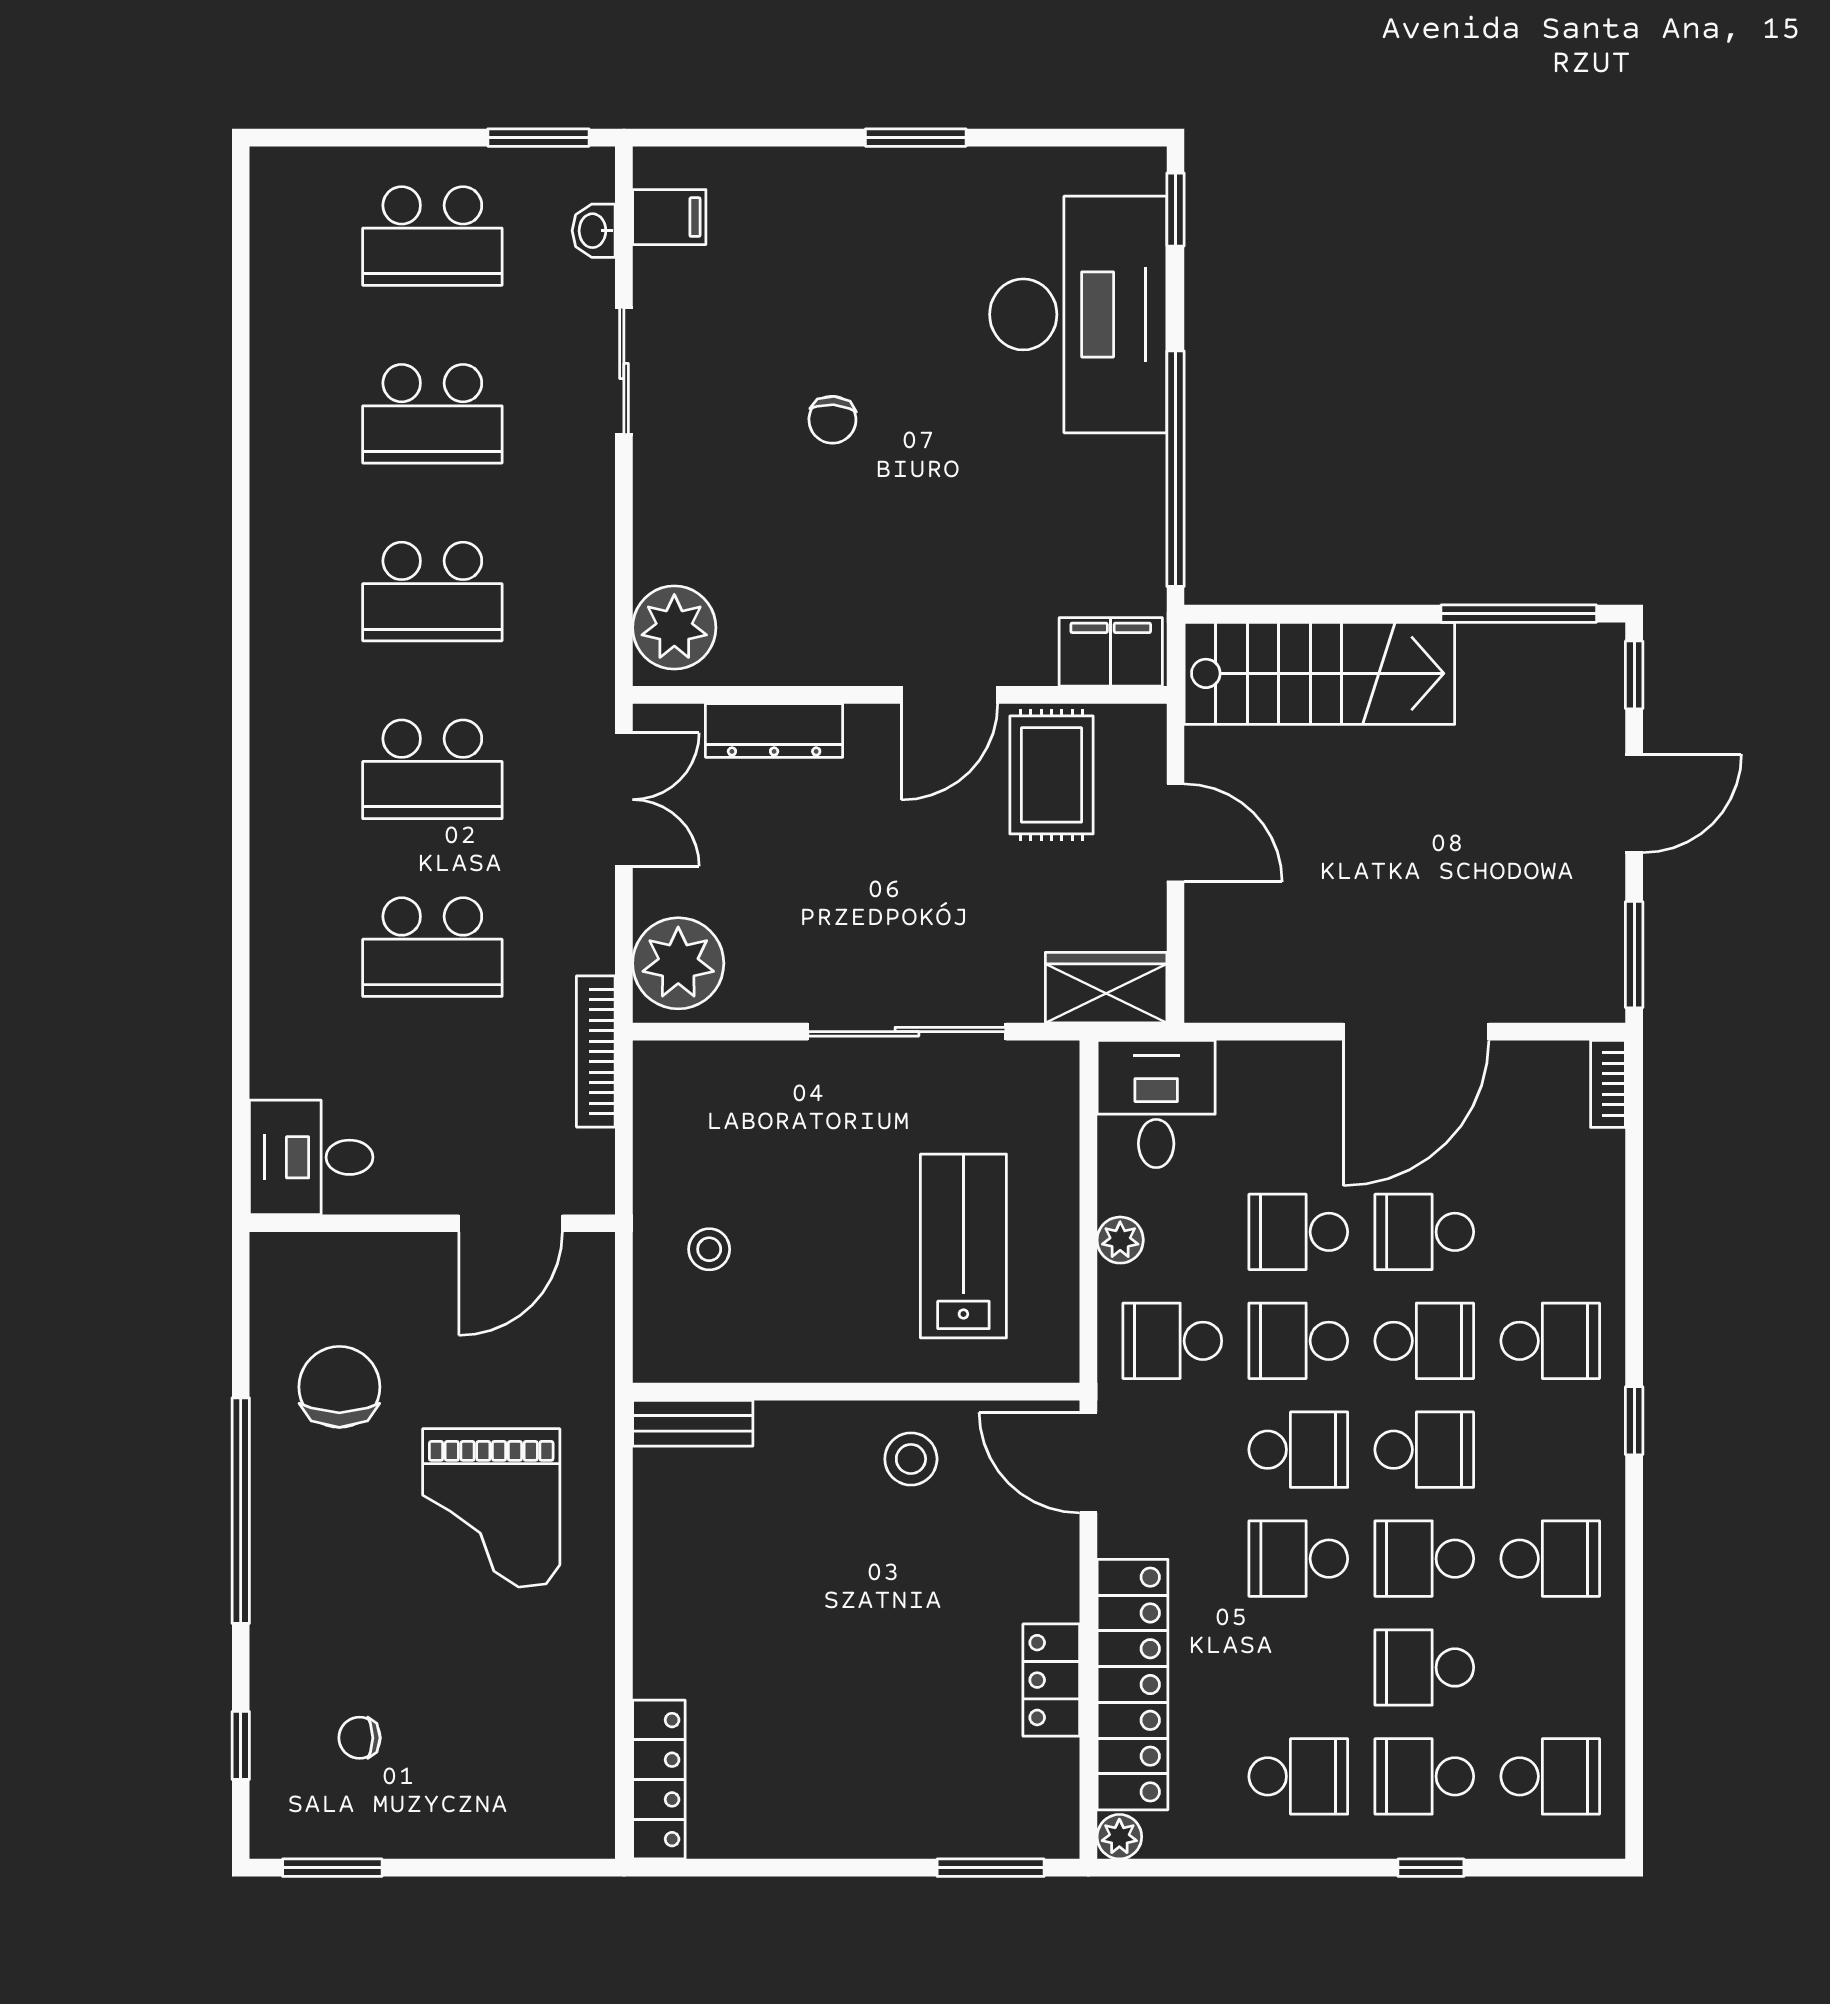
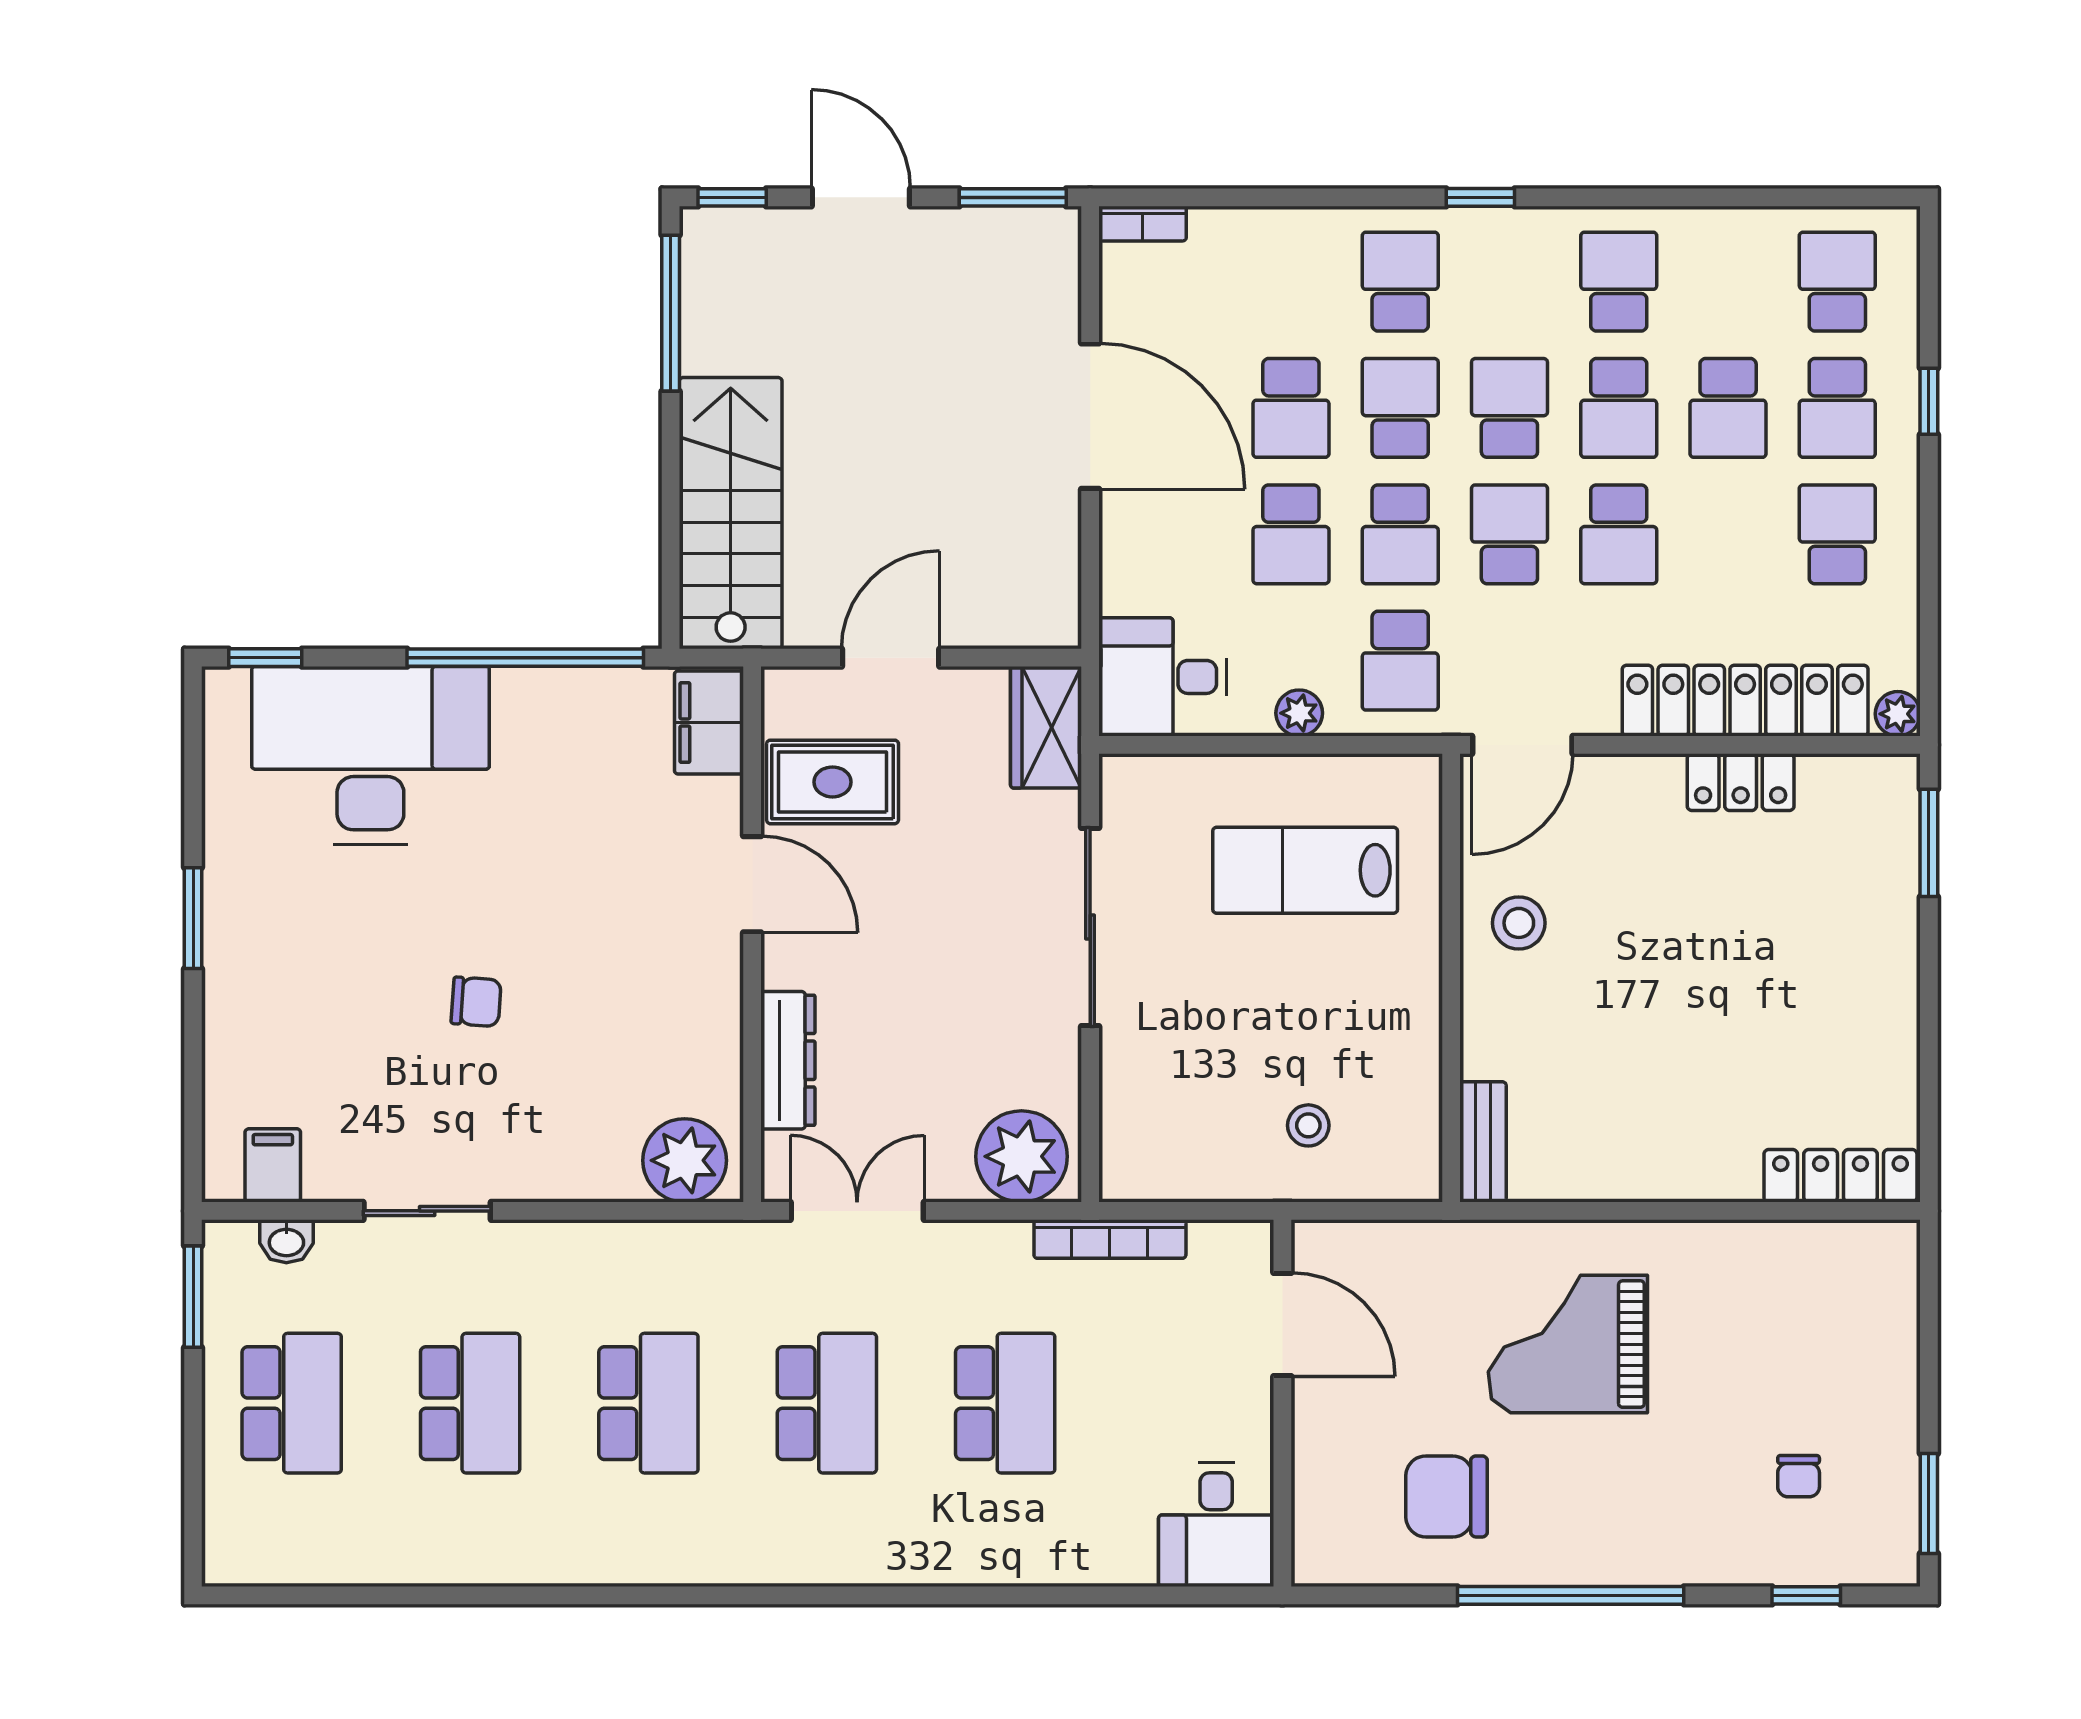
grand piano: (491, 1508) -> (1568, 1344), turned 180

